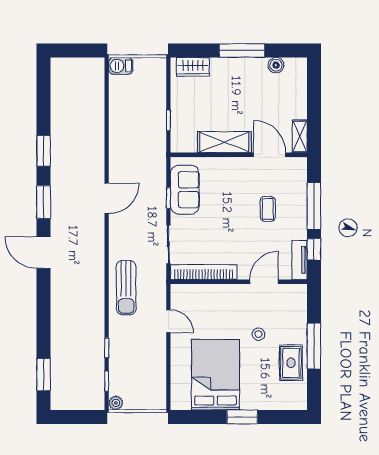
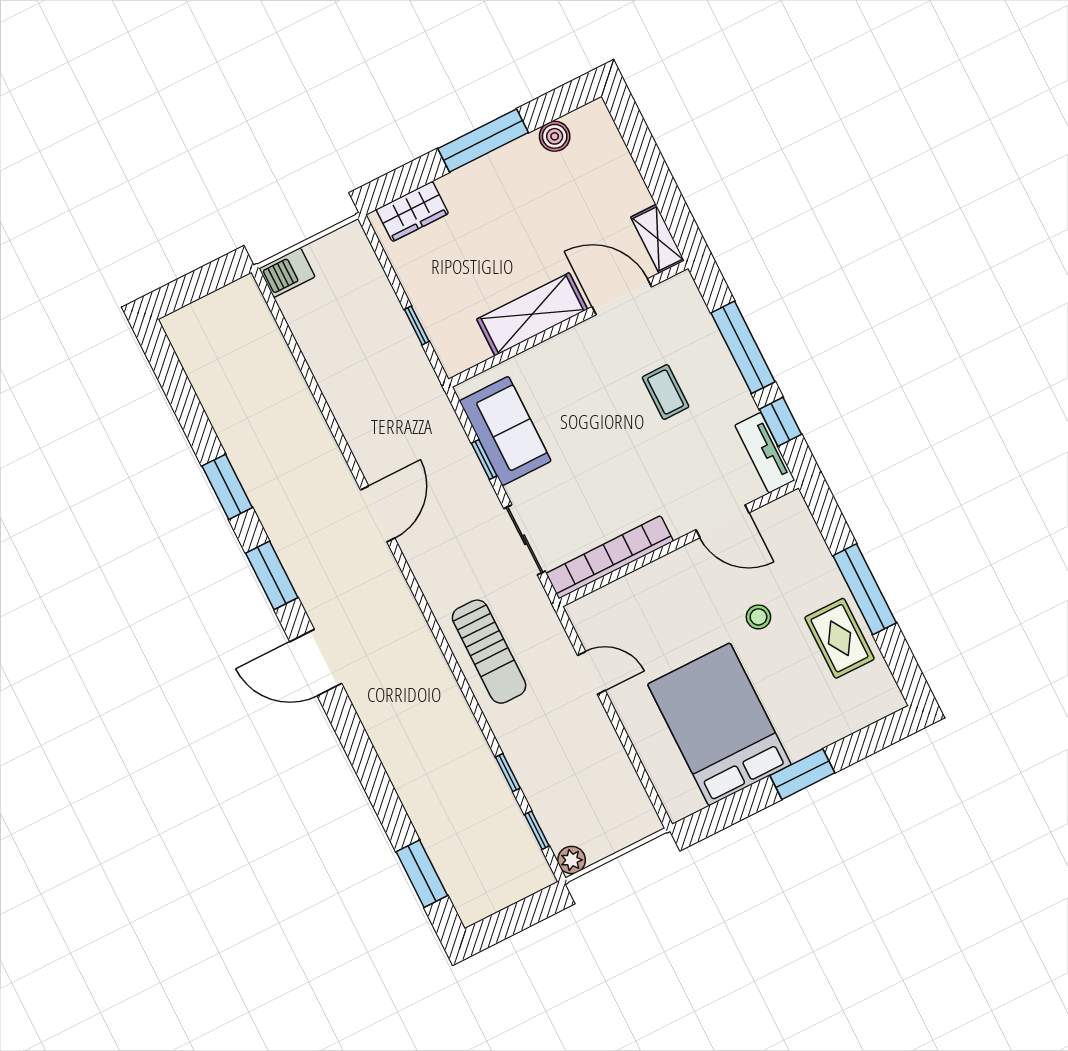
door: (264, 282) -> (722, 521), swing flipped

